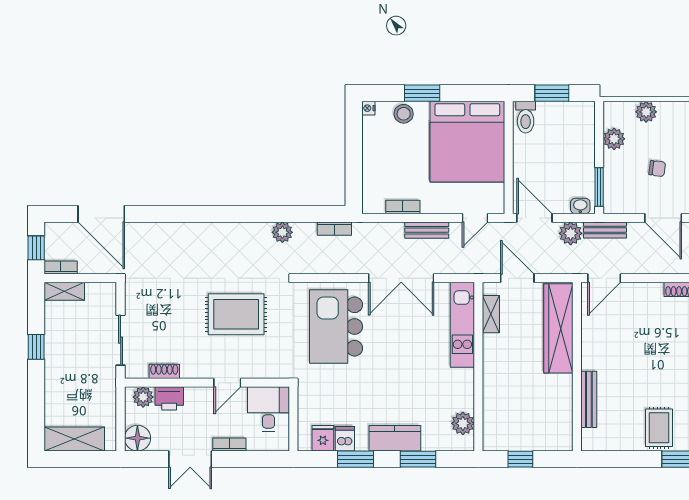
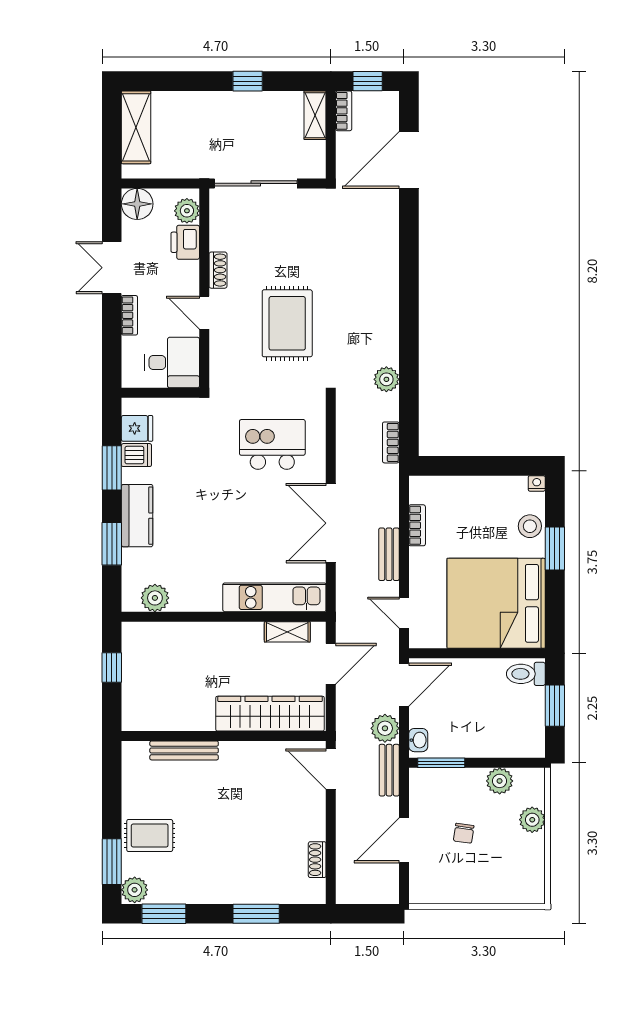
kitchen island: (336, 326) -> (272, 444), width x0.73, depth x0.78
sliding door: (121, 340) -> (256, 183), width x1.37
shoe rack: (164, 371) -> (218, 270), moved

